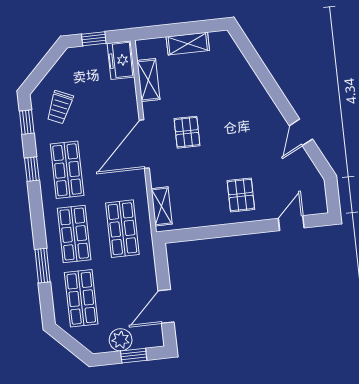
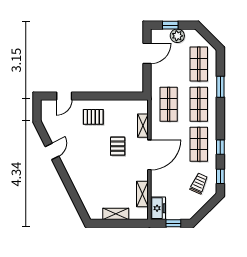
pallet: (187, 132) -> (118, 146), moved
pallet: (241, 195) -> (93, 117), turned 90
shelving: (162, 206) -> (143, 126), moved

